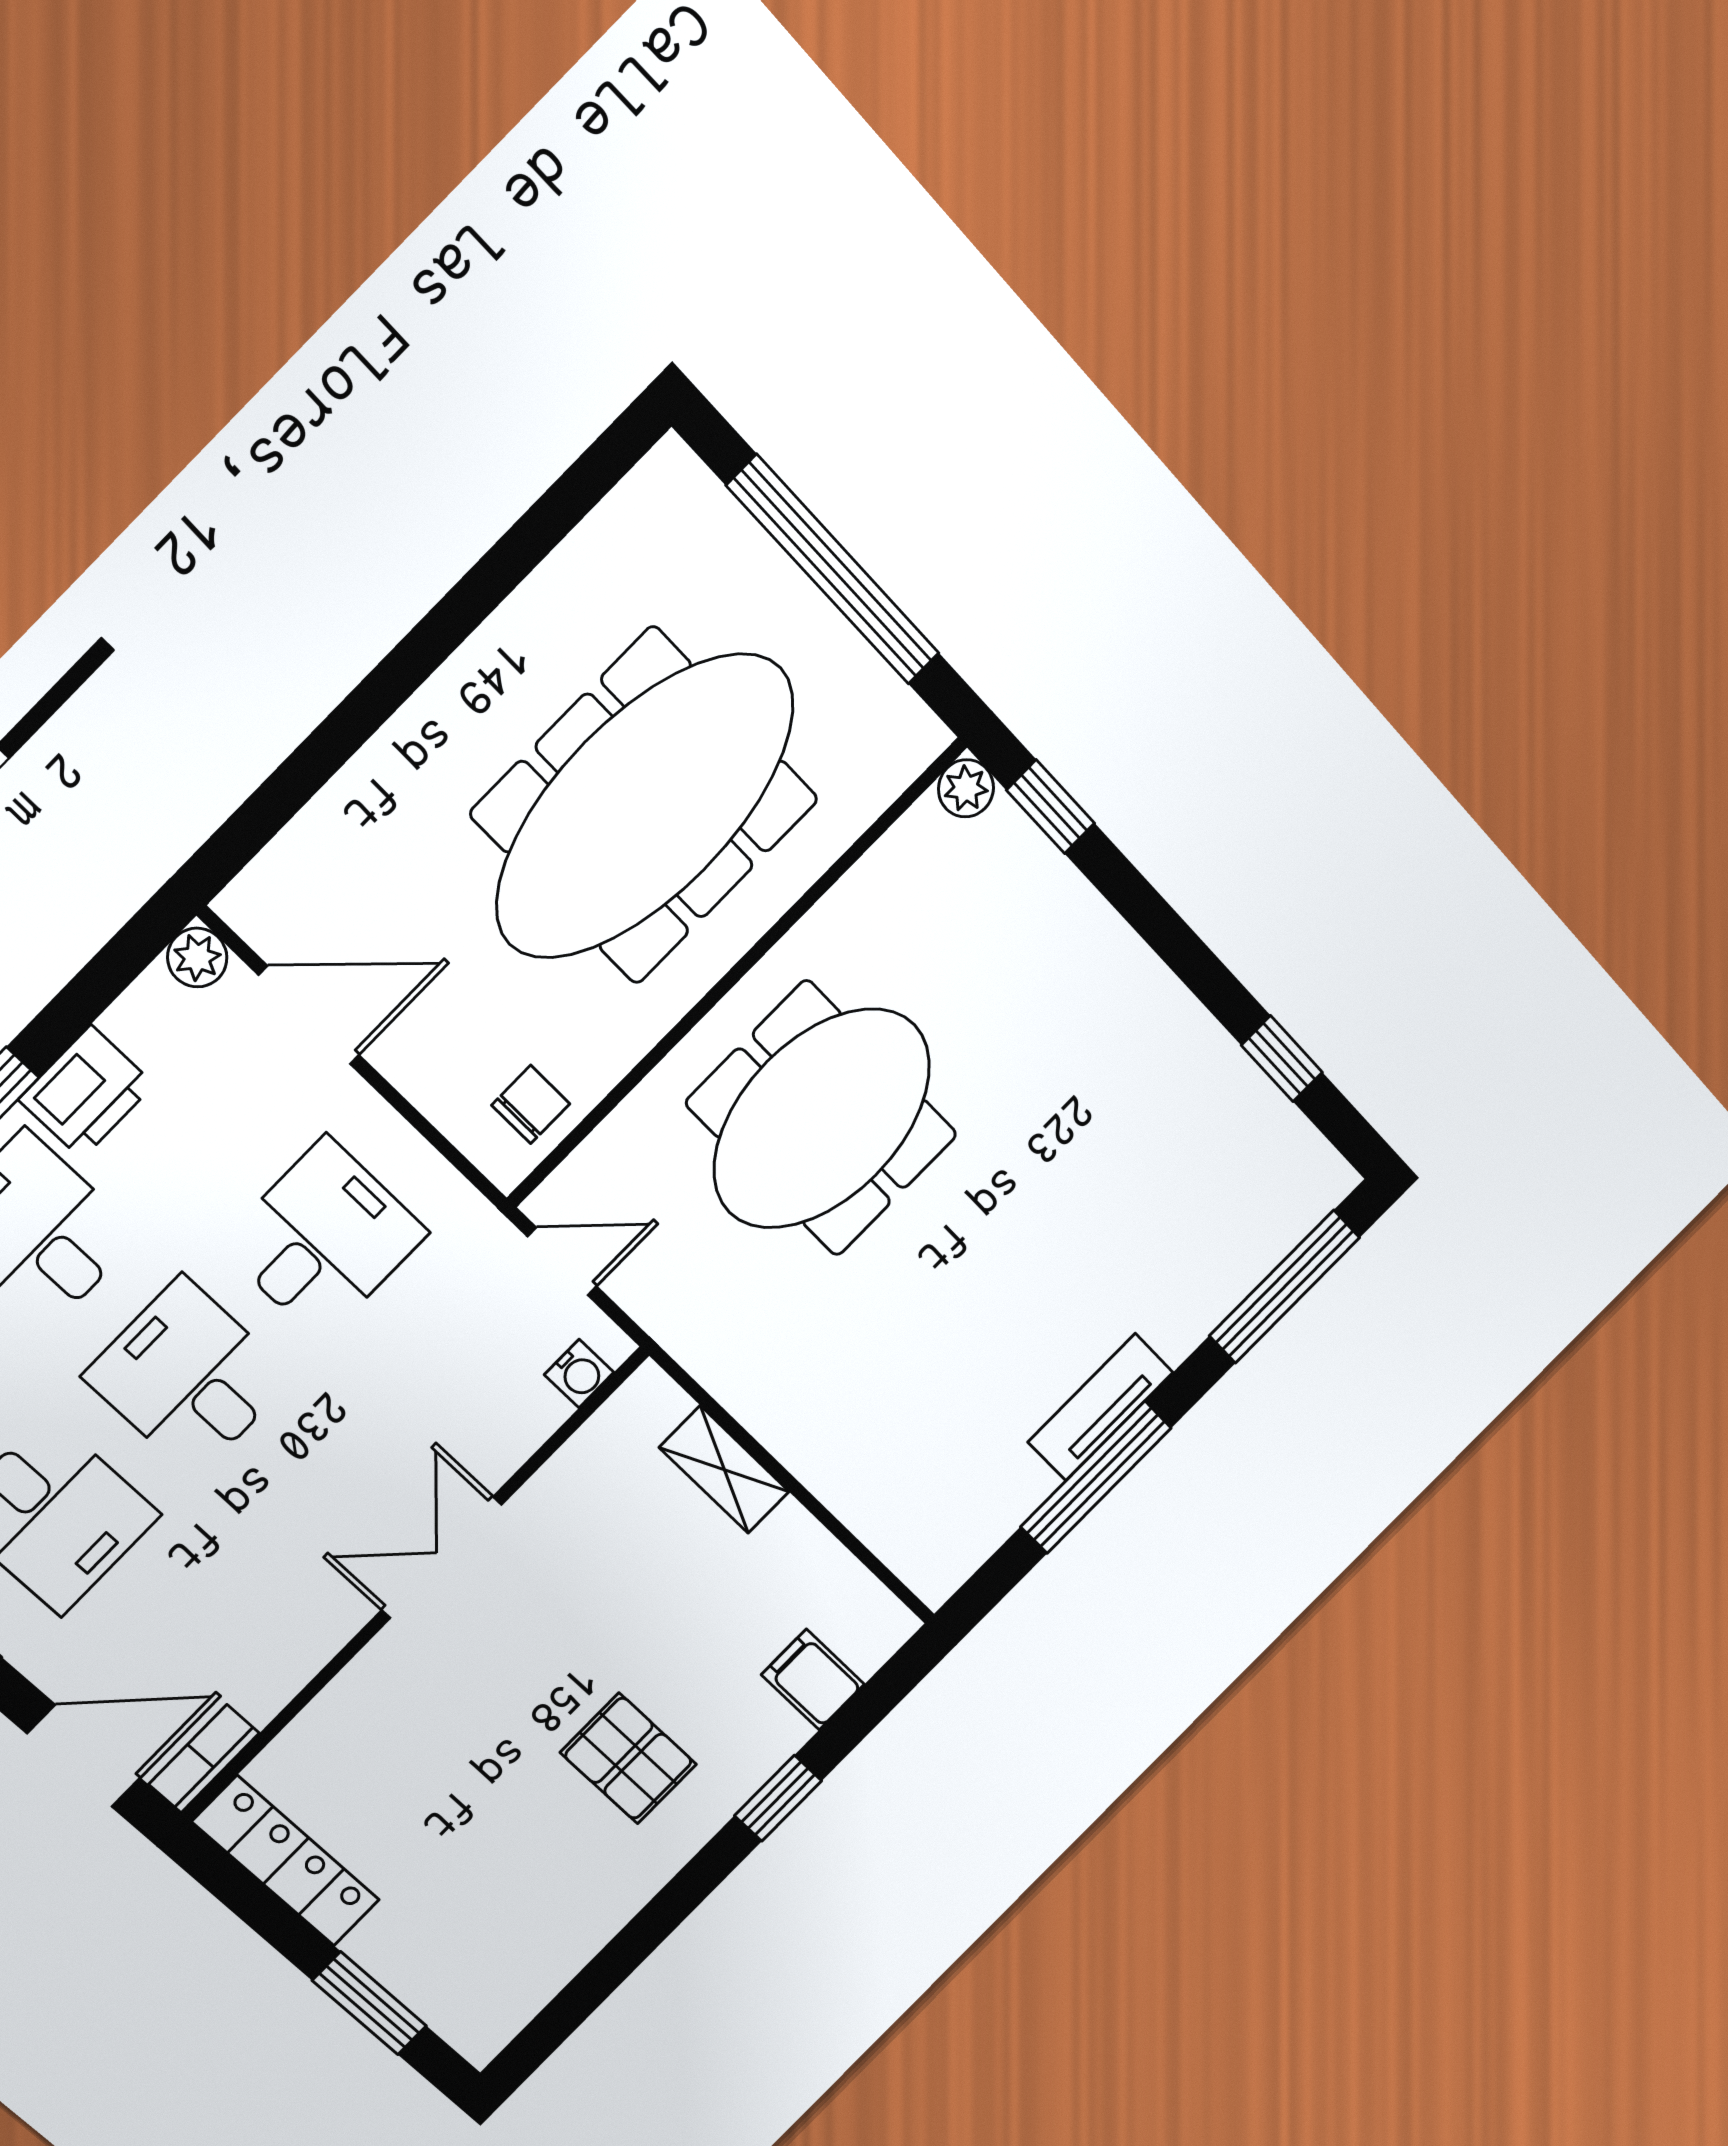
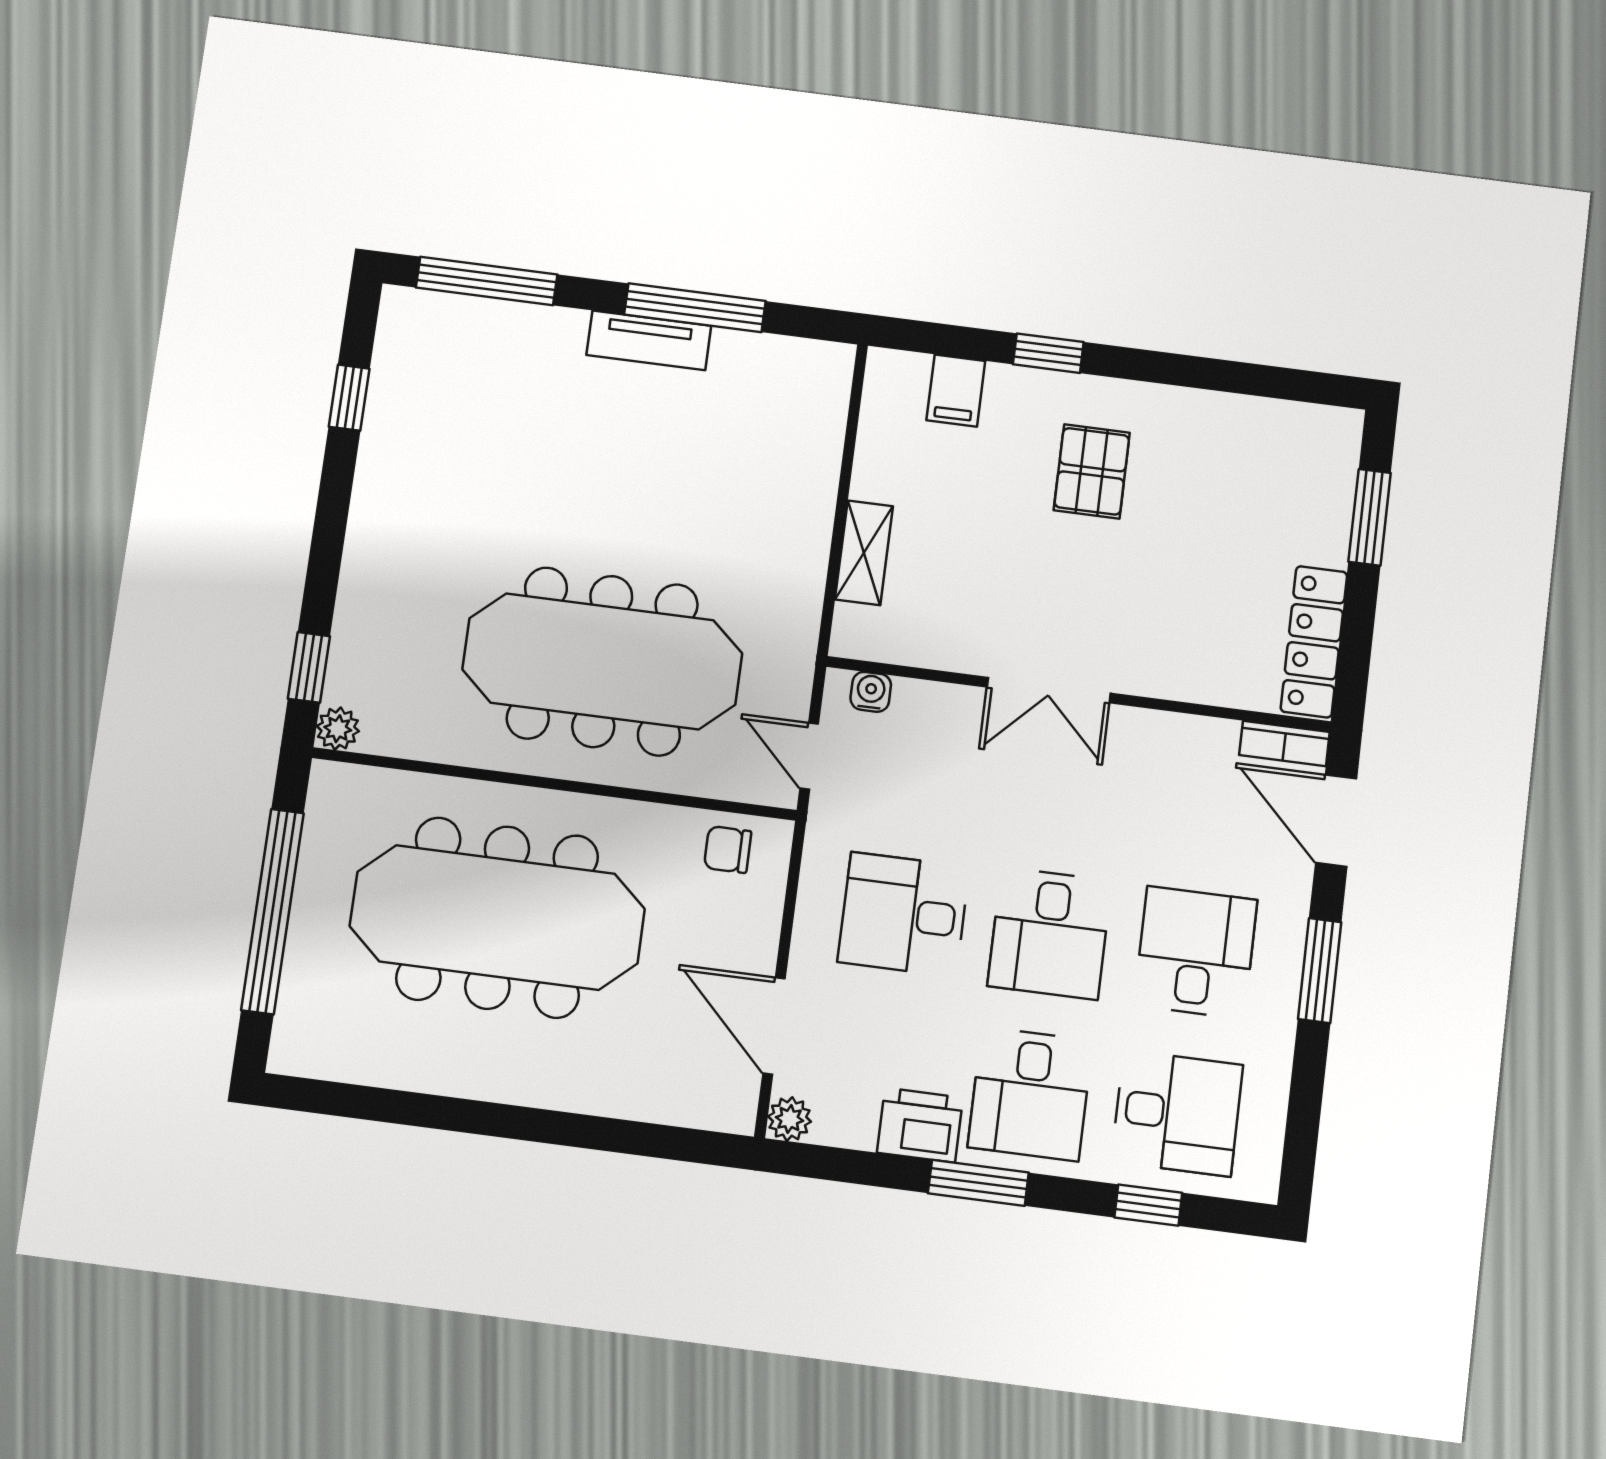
meeting table: (822, 1119) -> (602, 661), width x1.36

